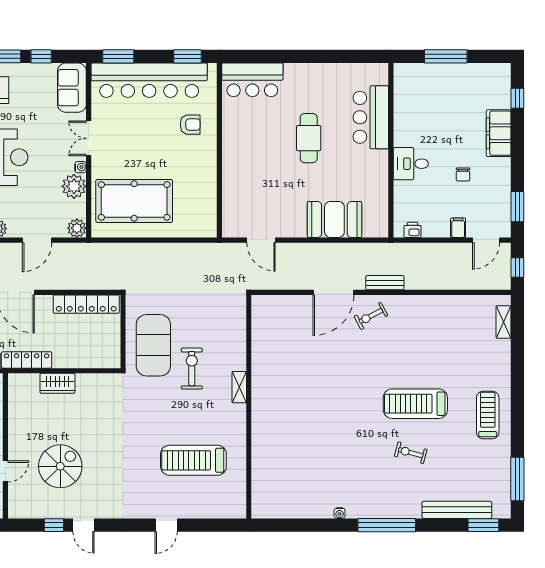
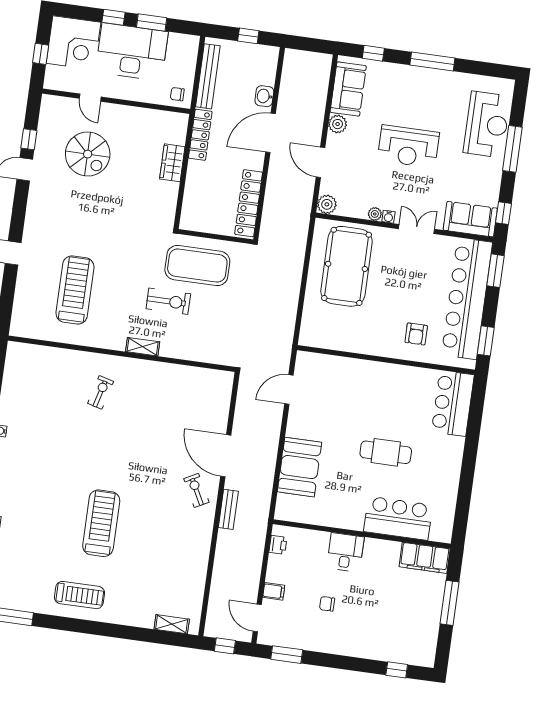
window: (41, 56) -> (504, 213), moved
filing cabinet: (499, 133) -> (425, 558), moved, turned 180
plant: (74, 186) -> (375, 214), width x0.53, depth x0.53
exercise bike: (411, 453) -> (101, 392), moved

